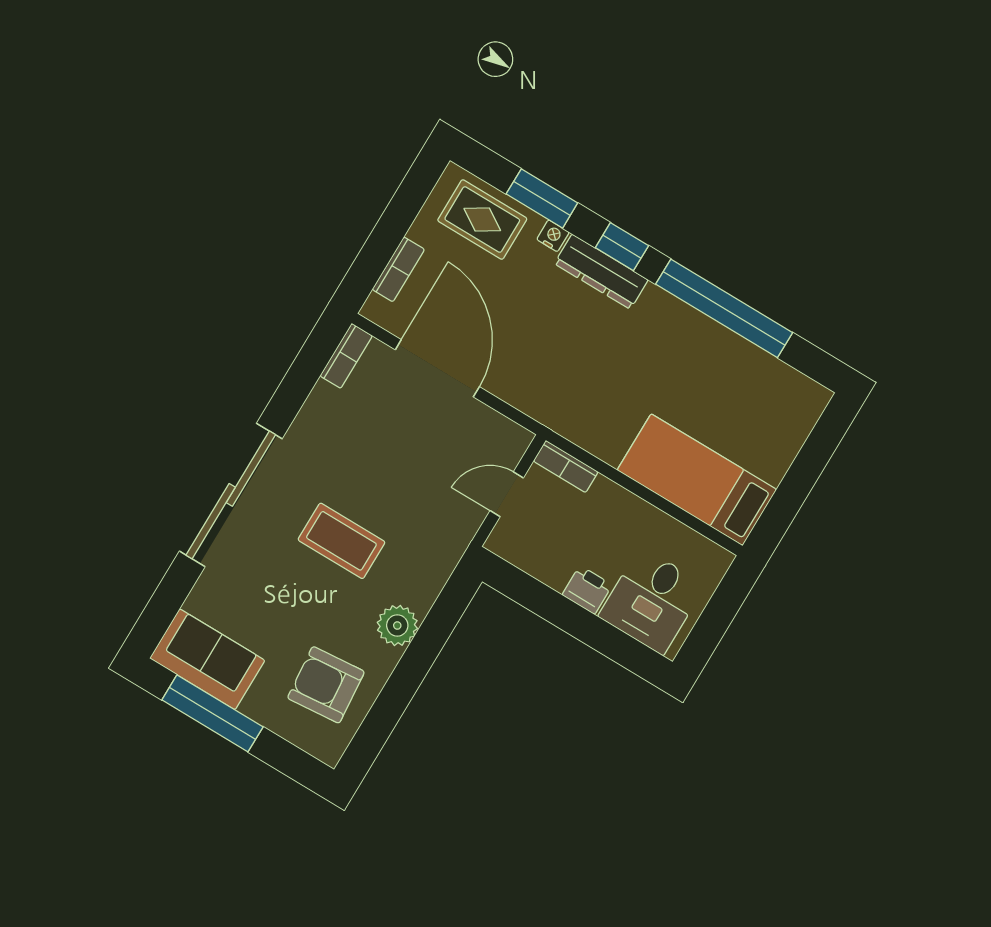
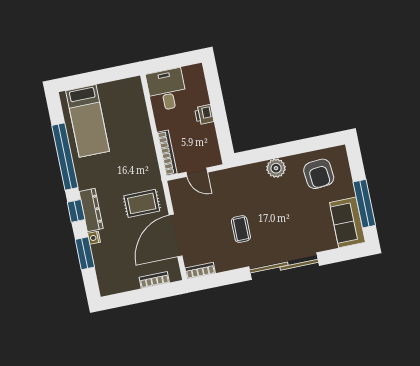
rug: (482, 220) -> (142, 203), moved, turned 90
bookcase: (566, 466) -> (167, 153), width x1.56
bed: (697, 480) -> (88, 121), moved
coffee table: (341, 541) -> (241, 229), moved, width x0.73, depth x0.77
desk: (652, 601) -> (167, 90), moved, turned -90

